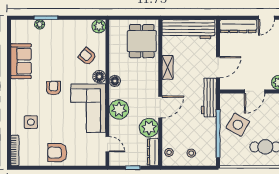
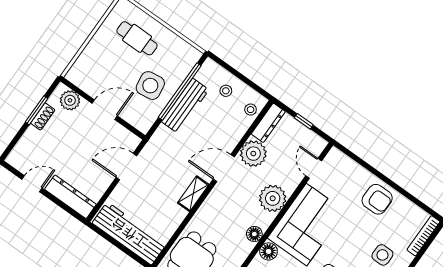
shelving: (168, 67) -> (193, 194), moved
workbench: (209, 98) -> (185, 106), moved
side table: (238, 125) -> (150, 86), turned -38

